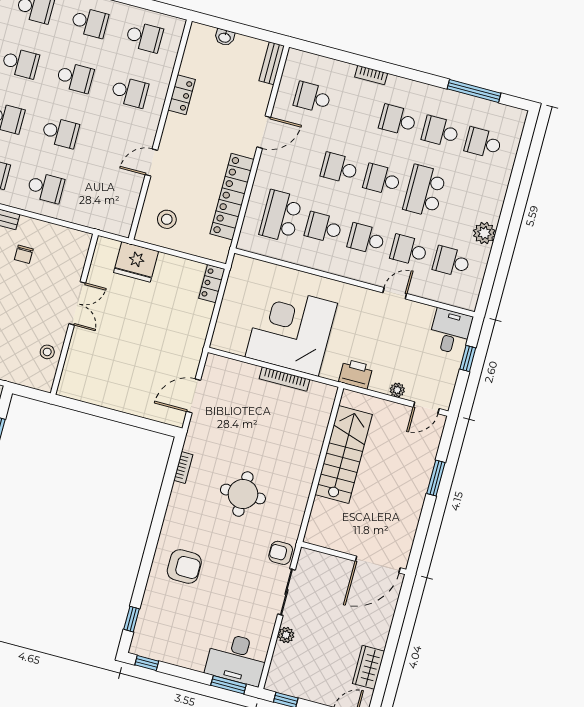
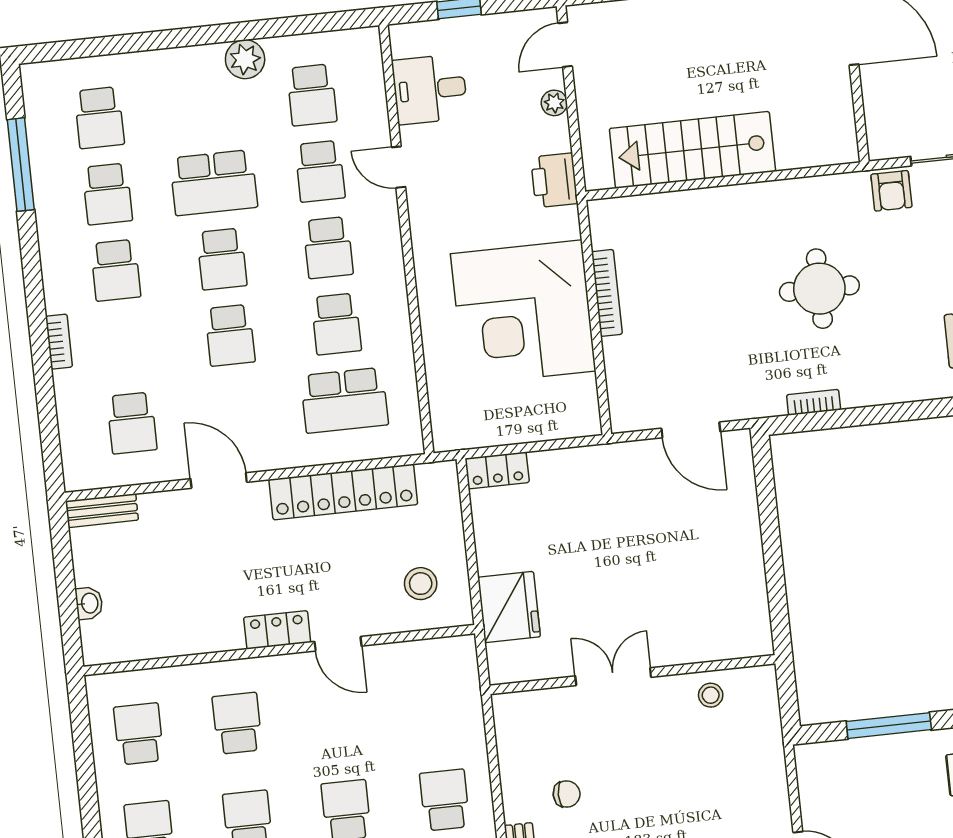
locker: (182, 95) -> (277, 630), moved
desk: (450, 331) -> (430, 89), moved
door: (426, 408) -> (565, 45), swing flipped

